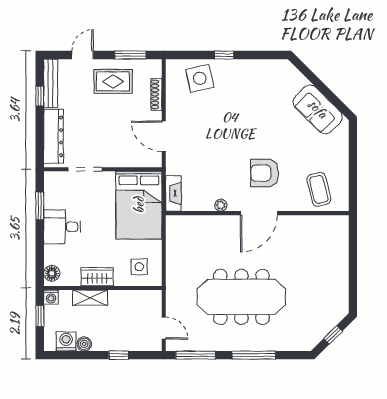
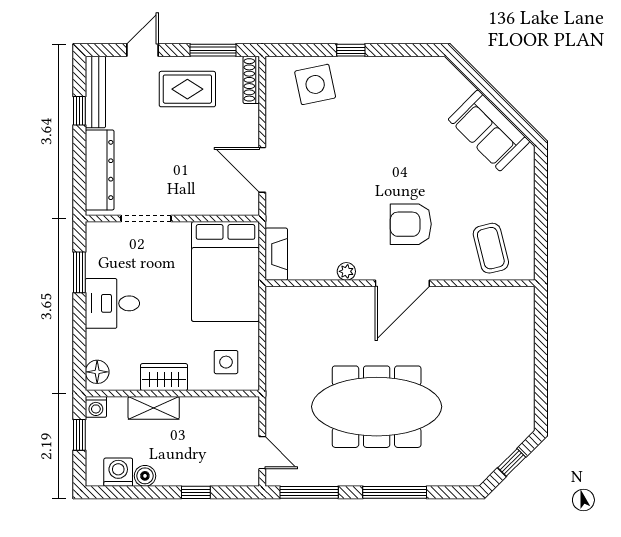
shoe rack: (156, 94) -> (251, 80), moved

